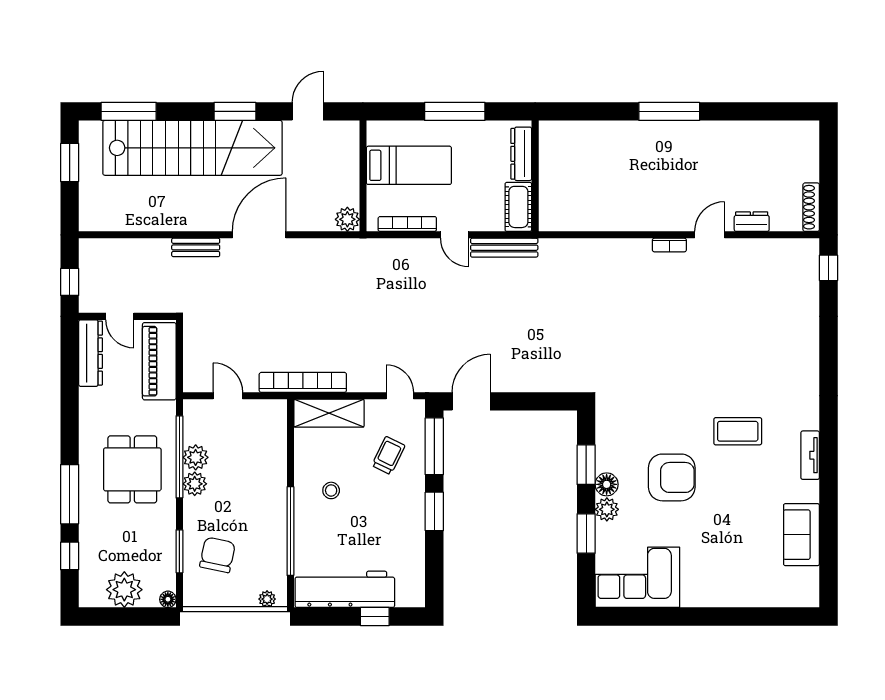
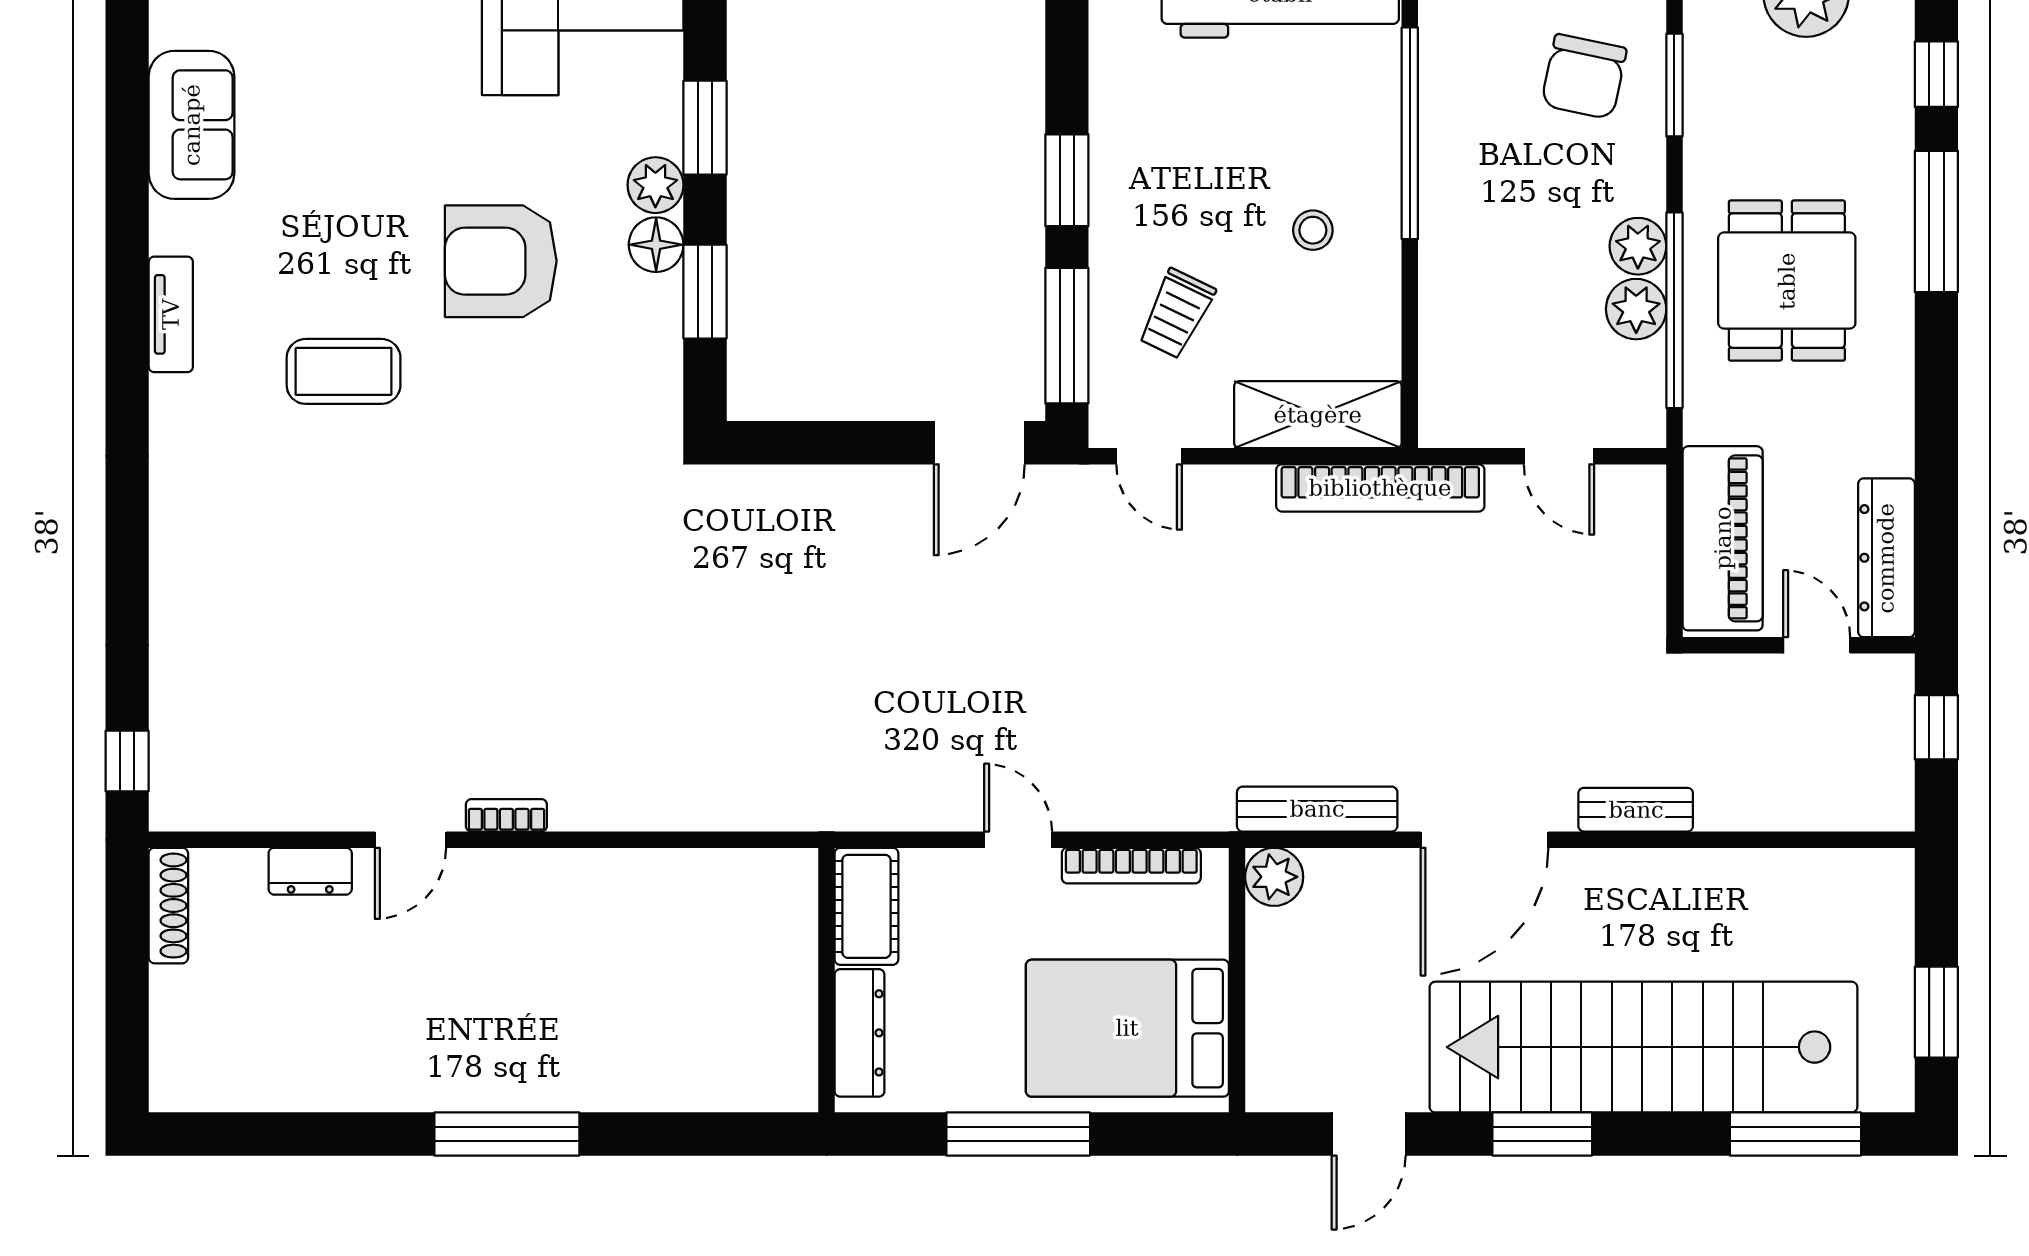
bed: (409, 165) -> (1127, 1028), width x1.50
bench: (504, 248) -> (1317, 809), moved

